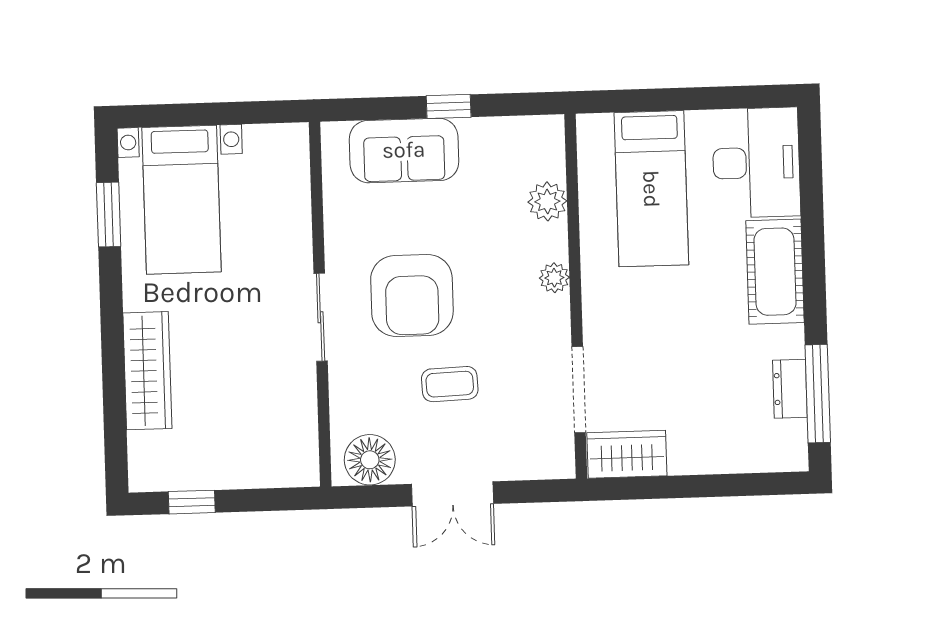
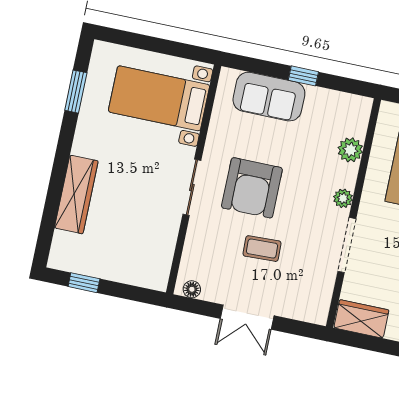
bed with nightstands: (182, 200) -> (159, 98), moved, turned 90
doorway: (579, 390) -> (347, 245), moved
floor lamp: (370, 460) -> (192, 289), width x0.53, depth x0.53

